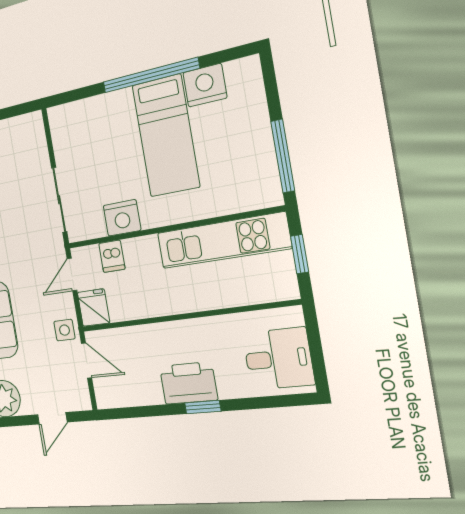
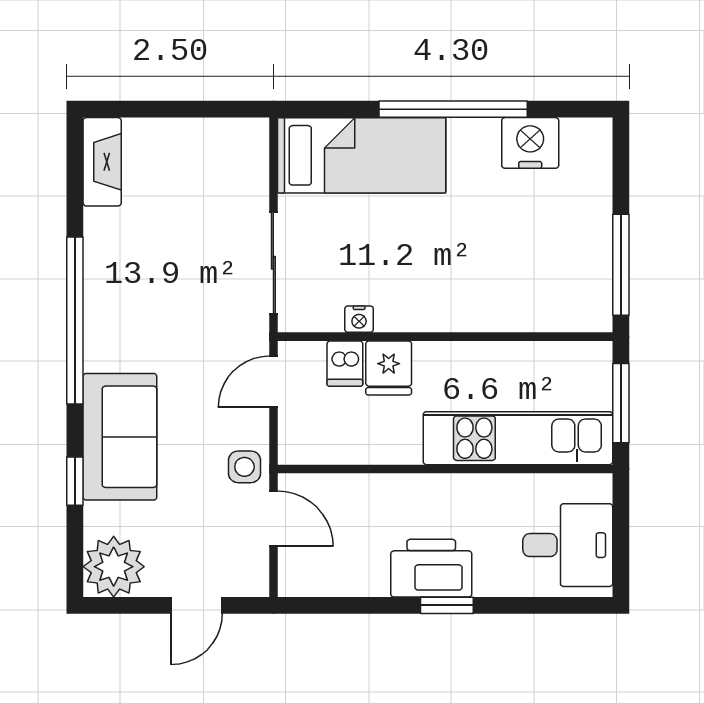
bed: (166, 136) -> (362, 155), moved, turned -90
nightstand: (122, 218) -> (359, 319), width x0.53, depth x0.56
kitchen unit: (223, 241) -> (518, 438), moved, turned 180
window: (300, 254) -> (621, 403), width x1.50
fridge: (93, 308) -> (389, 368), moved, turned 180

